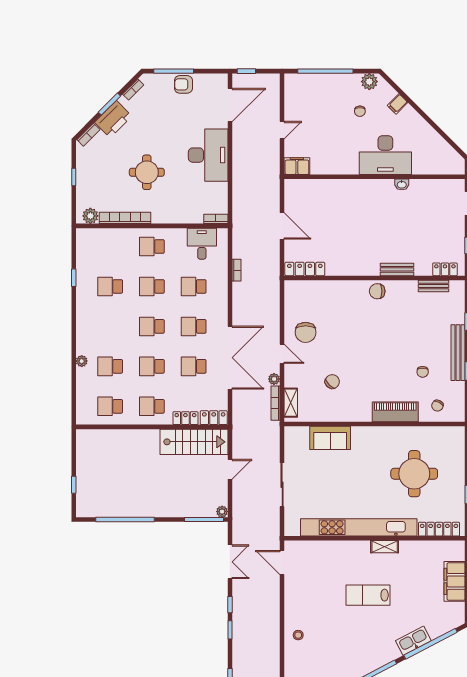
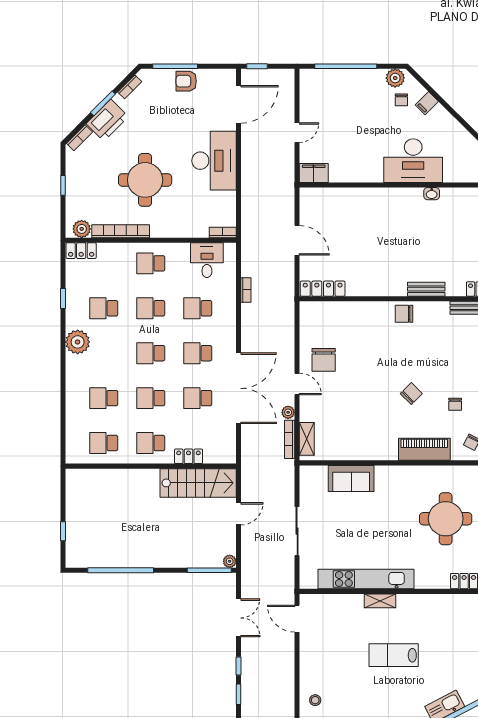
chair: (360, 111) -> (401, 100), moved
round table: (147, 172) -> (145, 180), width x1.36, depth x1.36
plant: (82, 361) -> (78, 342), moved, width x1.87, depth x1.87
chair: (332, 382) -> (411, 394), moved
locker: (214, 418) -> (81, 251), moved, turned 180
kitchen unit: (359, 527) -> (366, 579), width x0.73
shelving: (385, 547) -> (380, 601), moved

